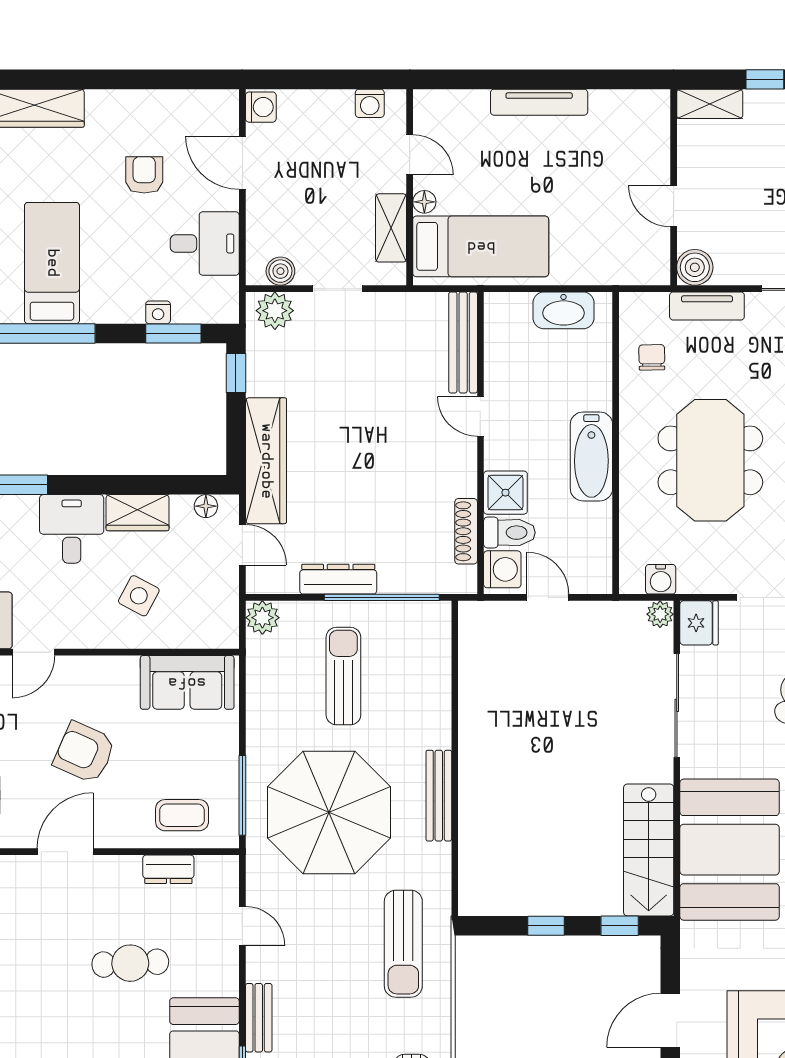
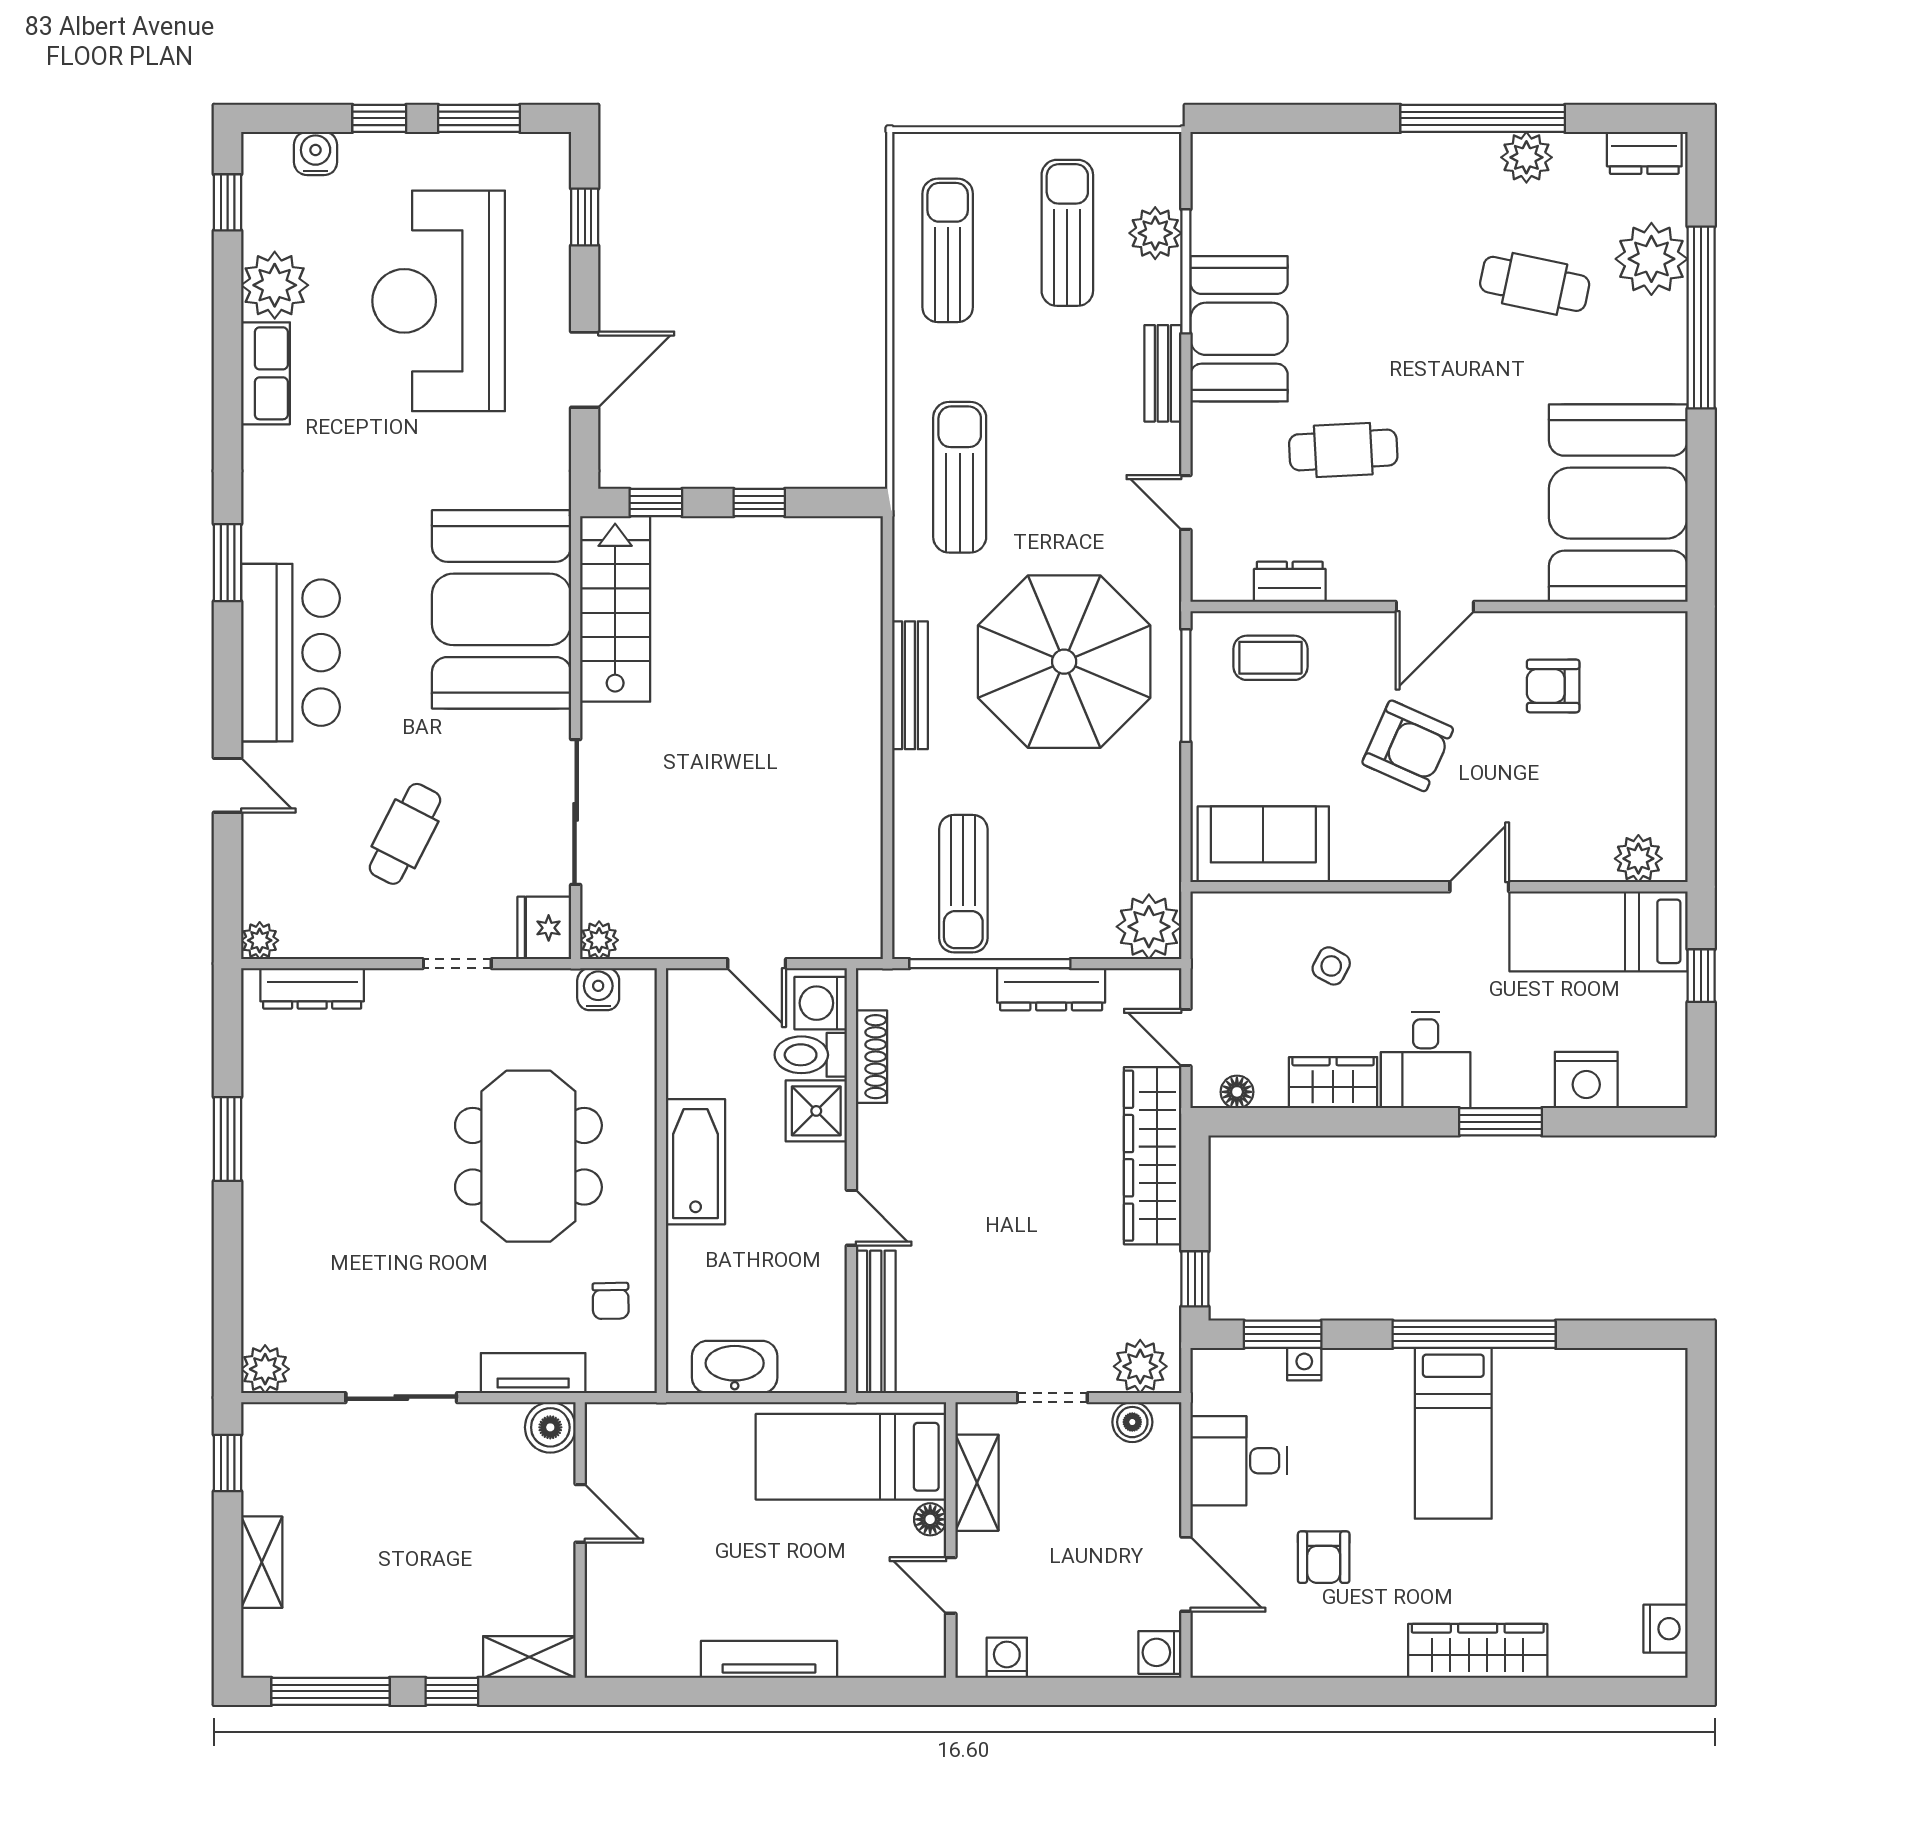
side table: (139, 596) -> (1331, 966), width x0.73, depth x0.73
plant: (262, 618) -> (1149, 927), width x1.36, depth x1.36
sun lounger: (343, 676) -> (963, 884), moved

